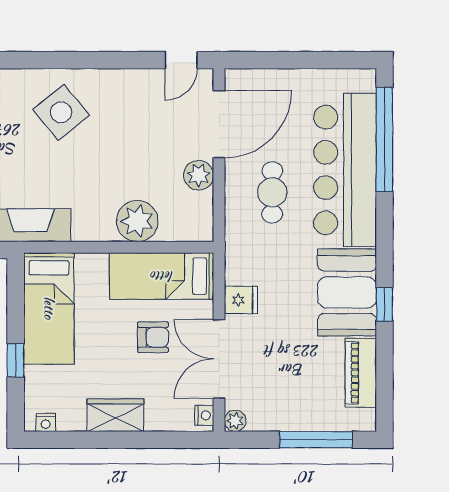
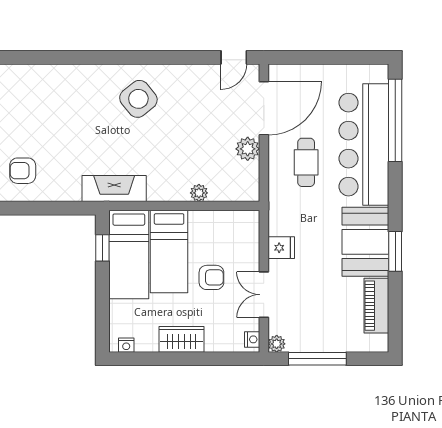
plant: (137, 221) -> (199, 193), width x0.53, depth x0.53
bed: (162, 276) -> (169, 252), moved, turned -90
window: (384, 304) -> (395, 251), width x1.50
double door: (219, 359) -> (264, 295), width x0.73
window: (16, 360) -> (102, 248), moved
window: (316, 440) -> (317, 359), moved

